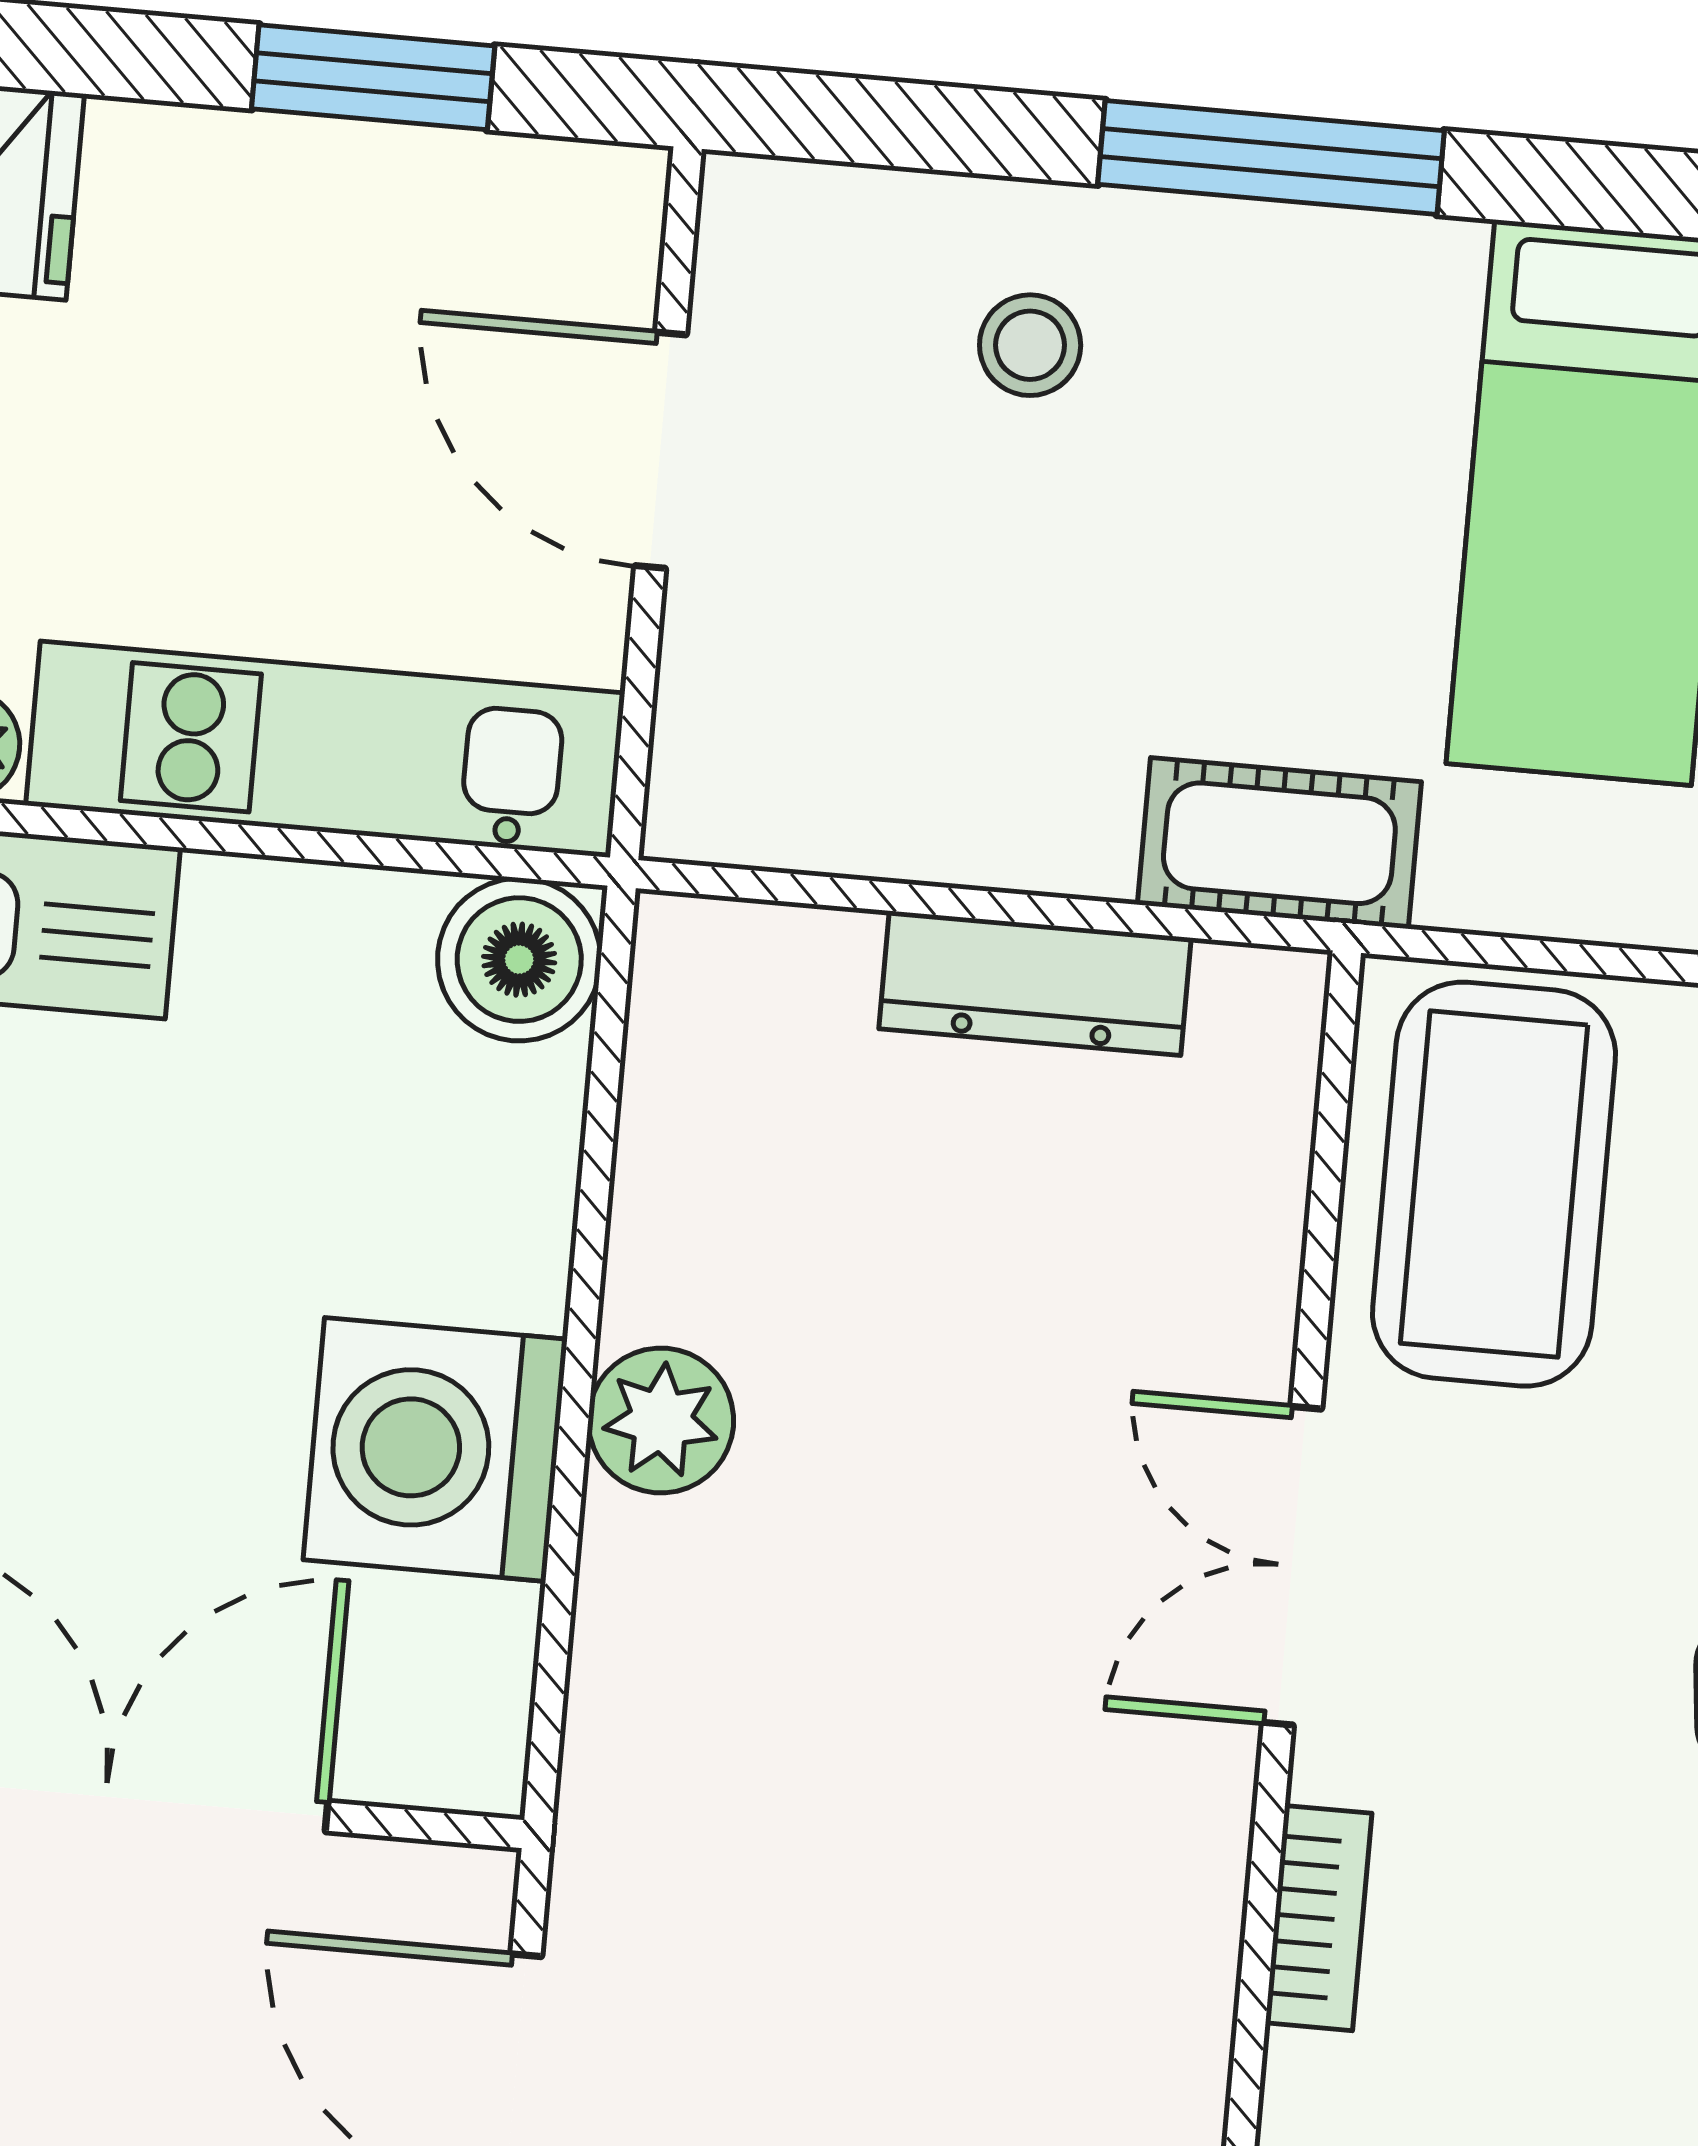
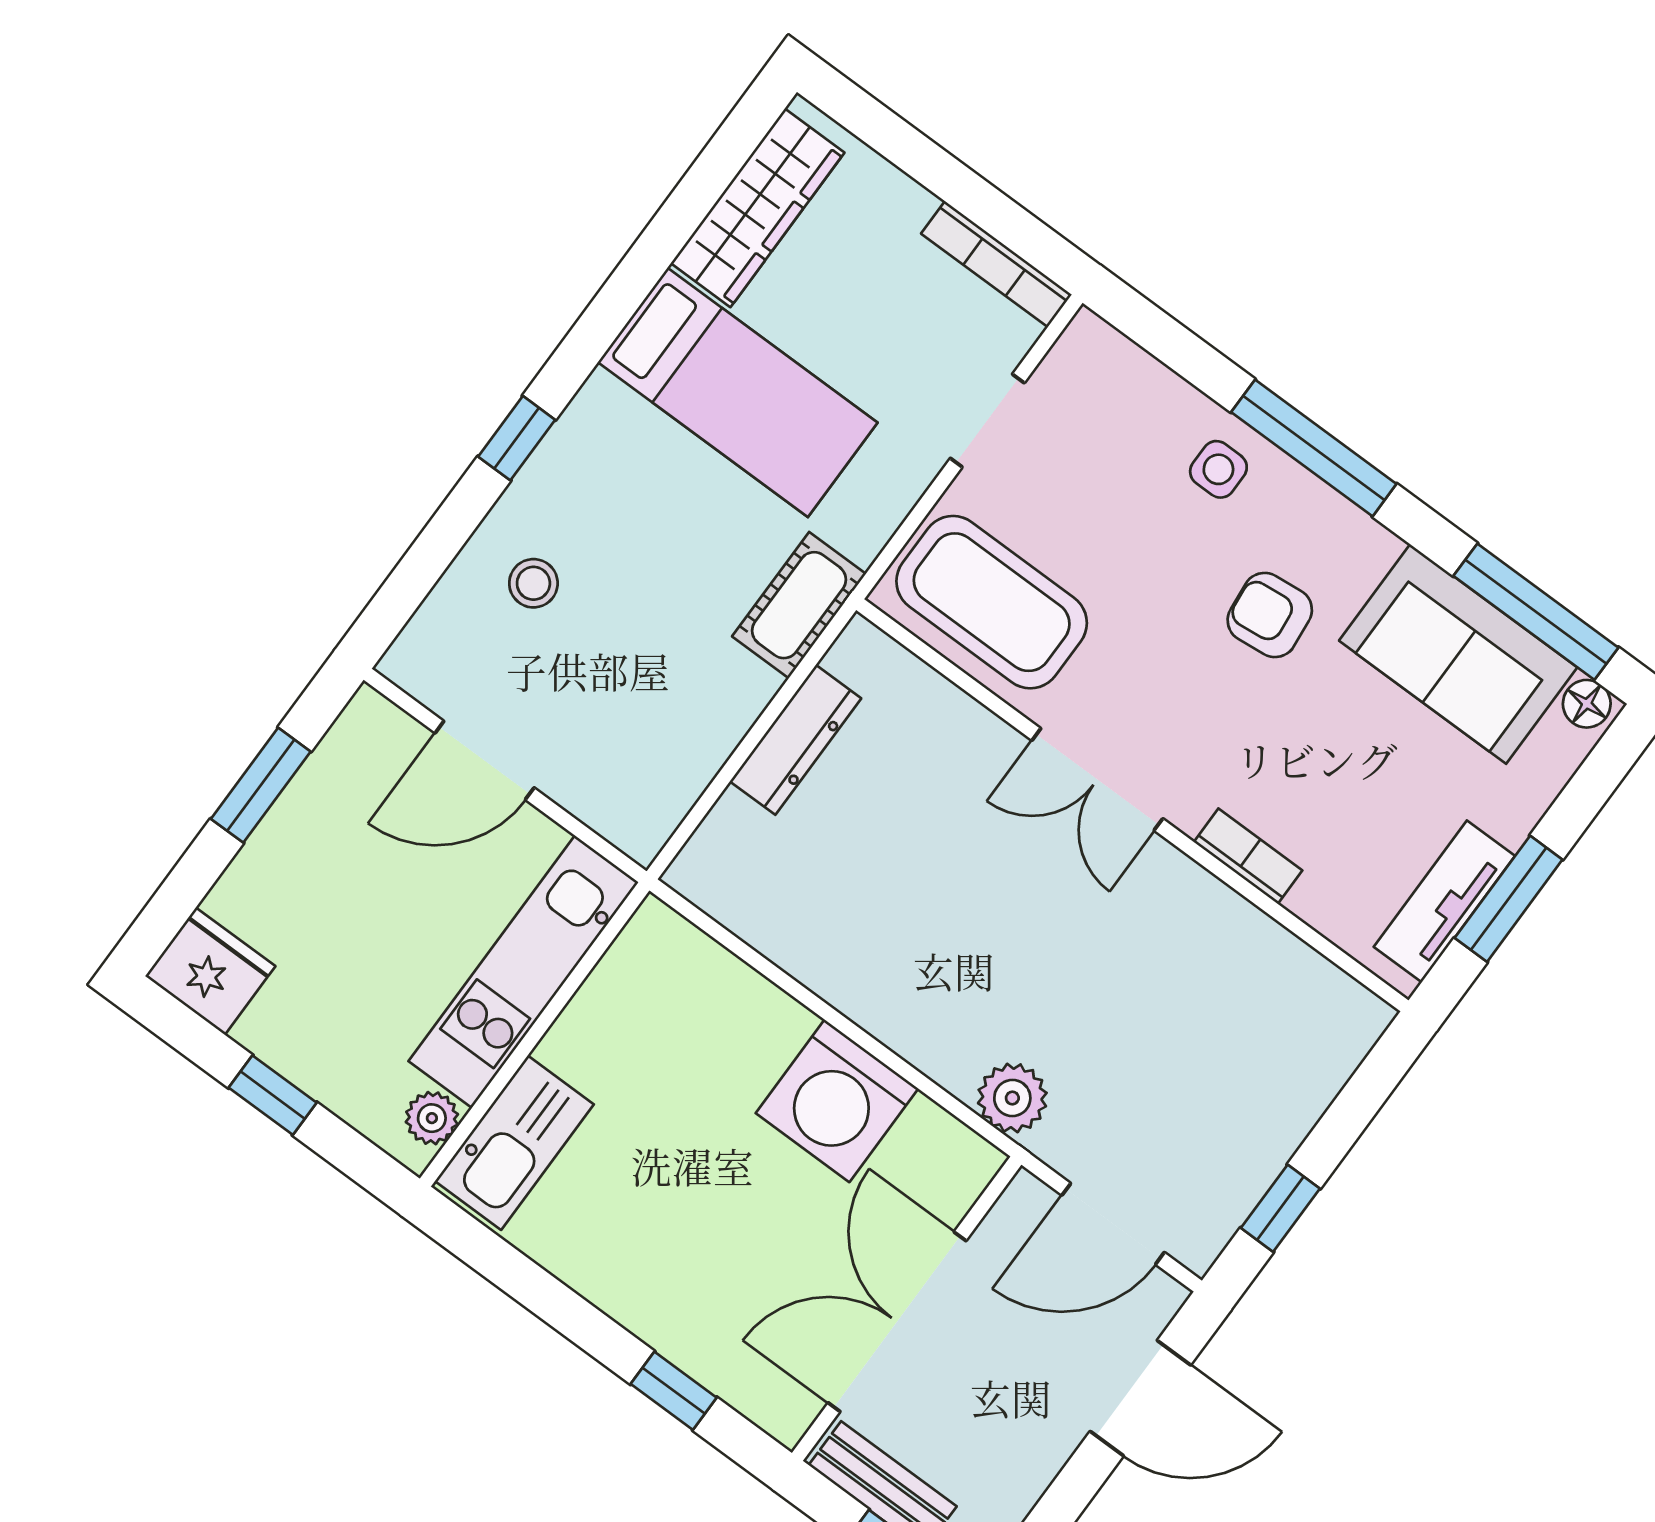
window: (1271, 157) -> (517, 438), width x0.46
boiler: (519, 960) -> (658, 945), removed
plant: (661, 1421) -> (1012, 1098), moved

